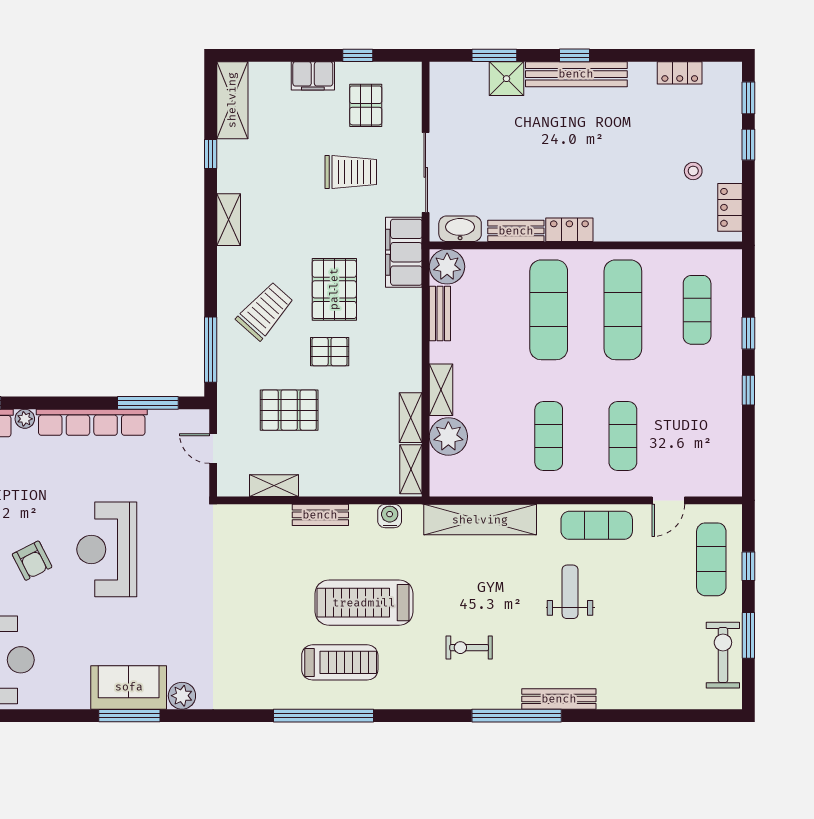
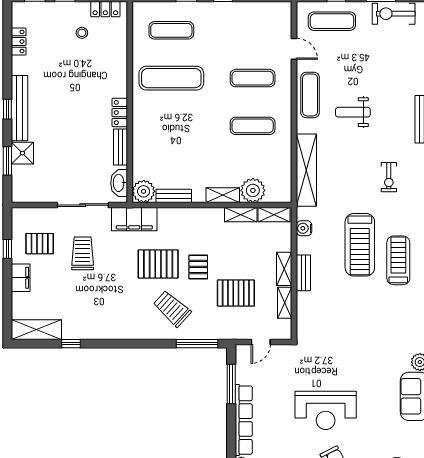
shelving: (229, 220) -> (284, 269), moved, turned 90
exercise mat: (549, 310) -> (171, 126), removed
pallet: (289, 410) -> (236, 293), turned 90

